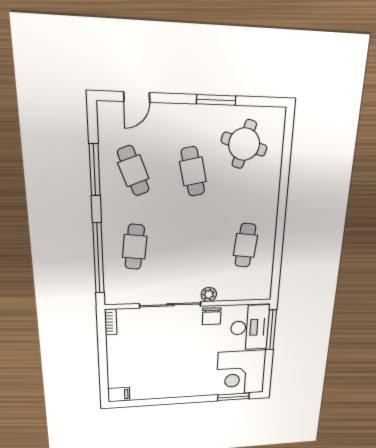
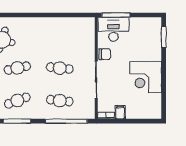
cafe table: (245, 245) -> (60, 68), moved
plant: (209, 294) -> (90, 56), removed
corner desk: (241, 373) -> (146, 77), moved, turned 90
filing cabinet: (119, 395) -> (120, 112), moved

